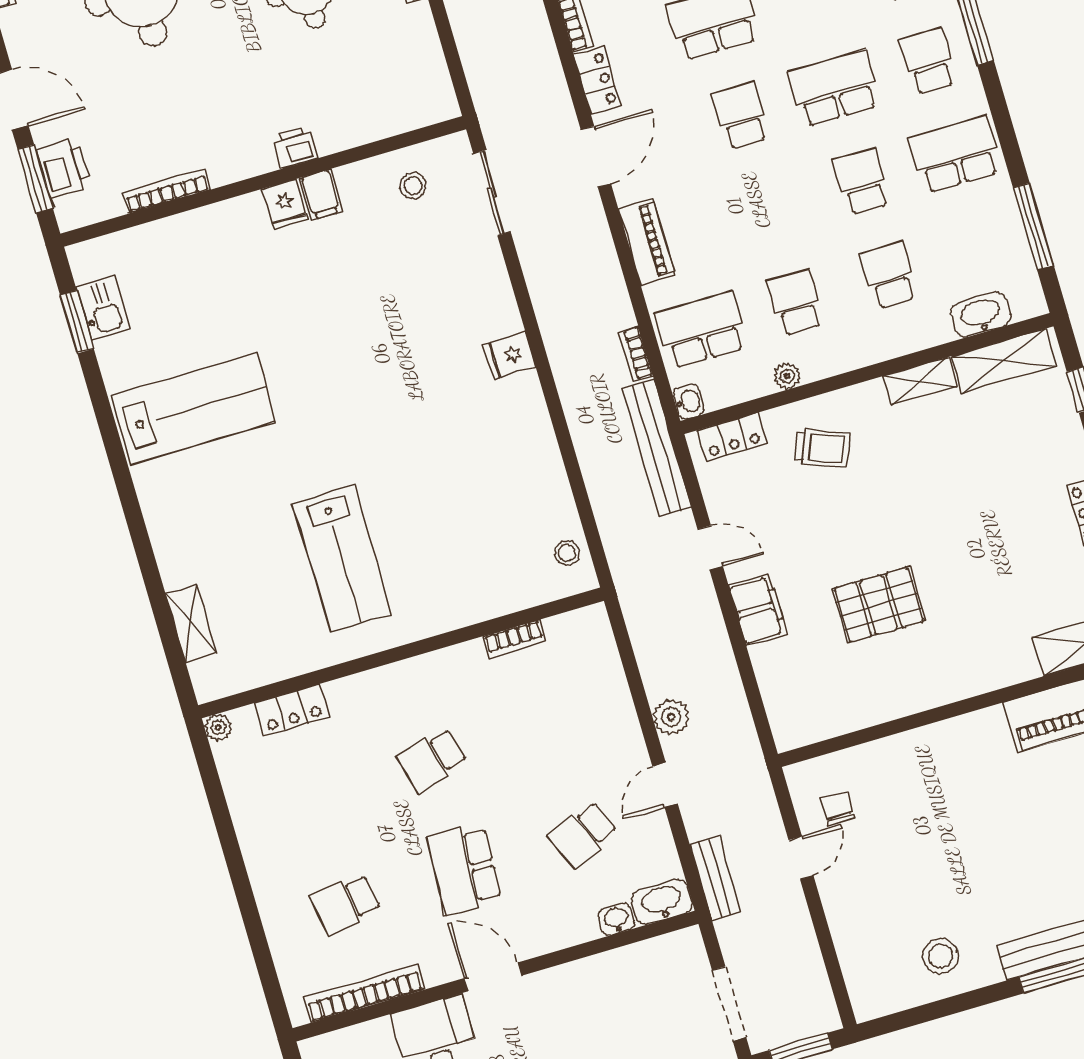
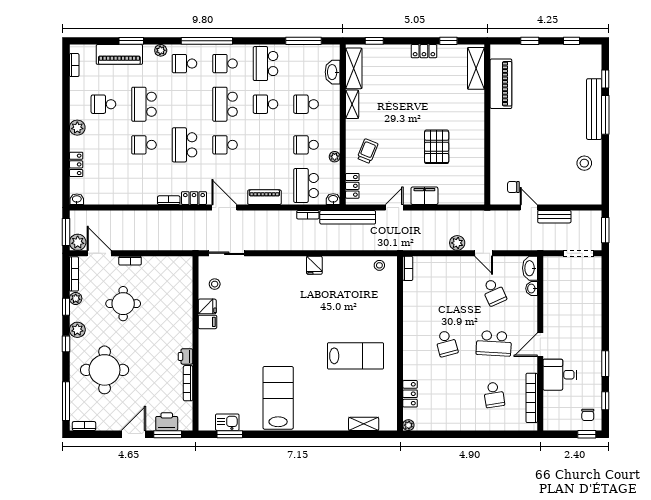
printer: (295, 147) -> (185, 356), moved
fridge: (285, 204) -> (207, 306), moved
fridge: (510, 356) -> (314, 265), moved
bookcase: (514, 639) -> (408, 268), moved
bench: (715, 878) -> (554, 217), moved

